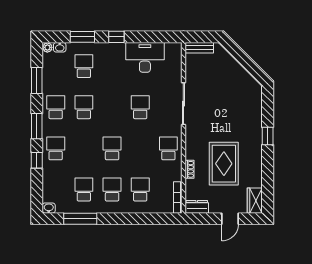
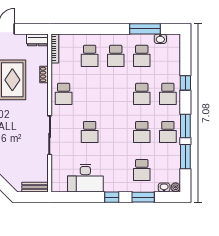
window: (37, 126) -> (185, 126), moved
school desk: (112, 148) -> (142, 94), moved
washbasin: (49, 208) -> (160, 39), moved

